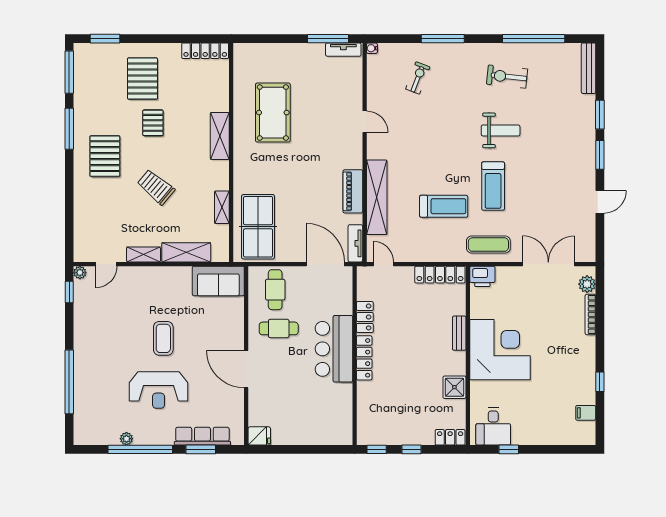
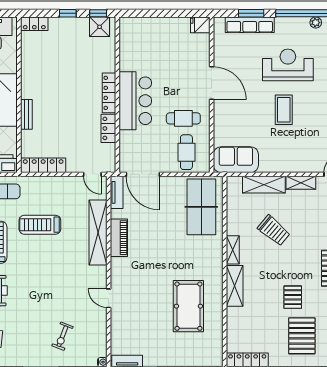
trolley: (156, 187) -> (274, 231), moved
shelving: (222, 207) -> (233, 250), moved
shower: (454, 387) -> (100, 27), moved

